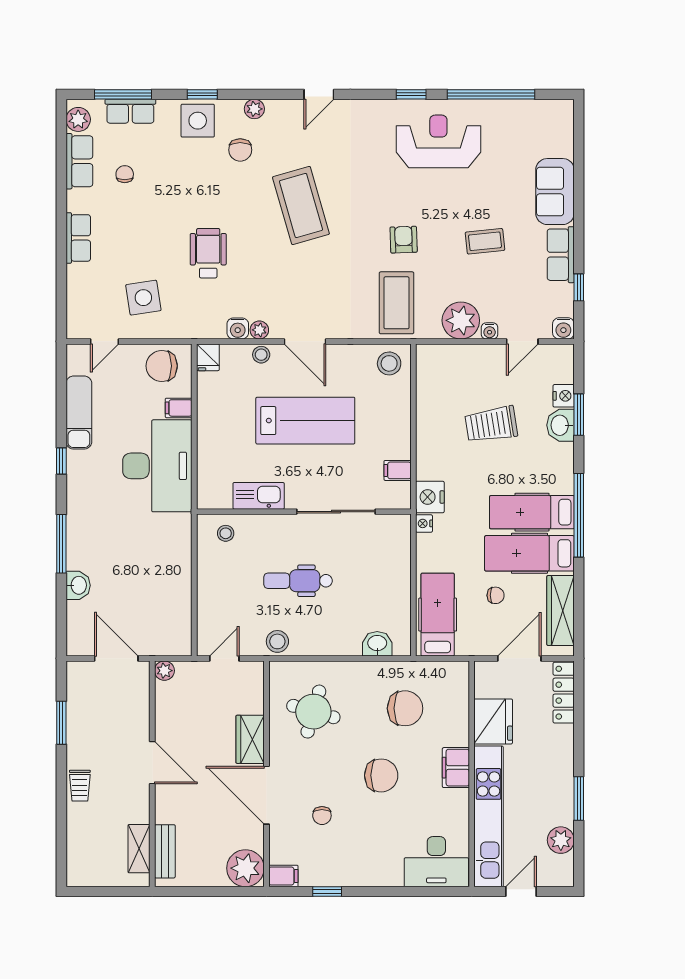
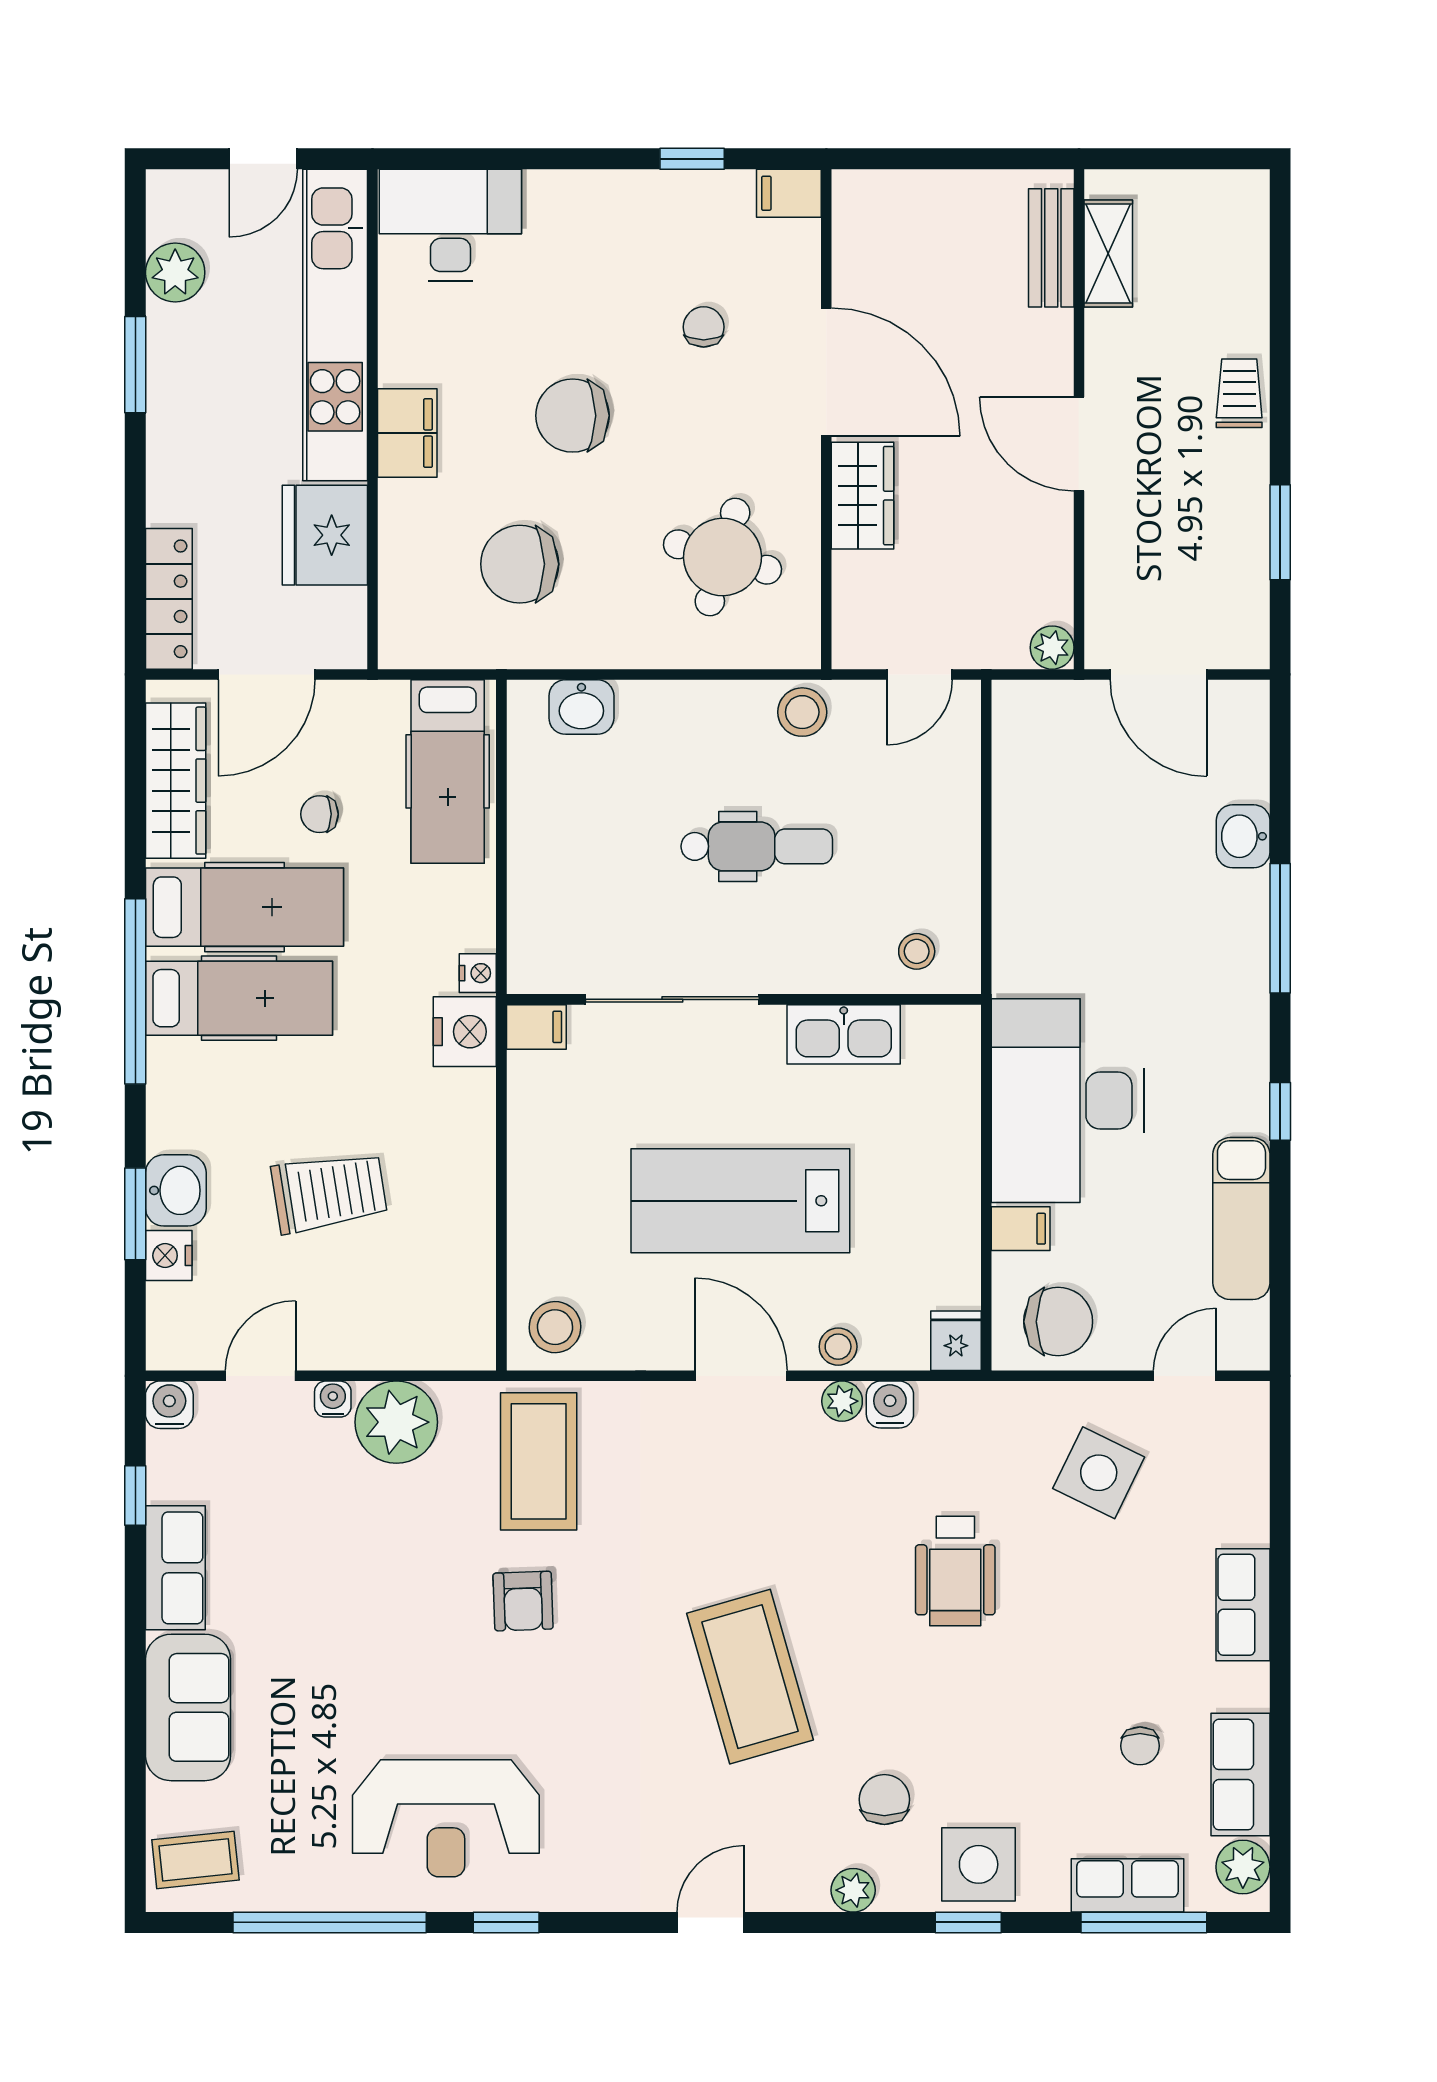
coffee table: (485, 241) -> (195, 1860), moved
side table: (143, 298) -> (1099, 1473), turned 35
filing cabinet: (398, 470) -> (536, 1027), moved
plant: (245, 868) -> (873, 210), removed

